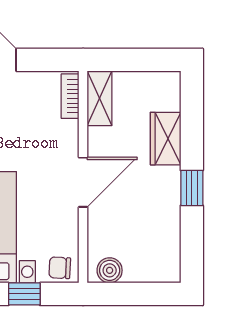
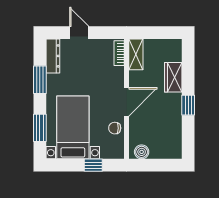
chair: (60, 268) -> (115, 128), moved

